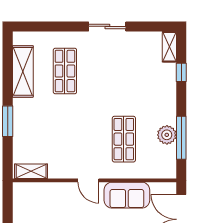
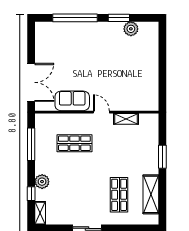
plant: (167, 135) -> (42, 182), moved
shop shelf: (124, 139) -> (74, 143), turned 90
shelving: (31, 171) -> (126, 119), moved

